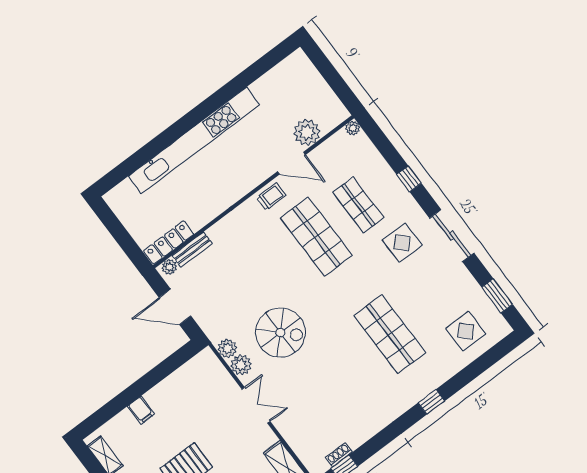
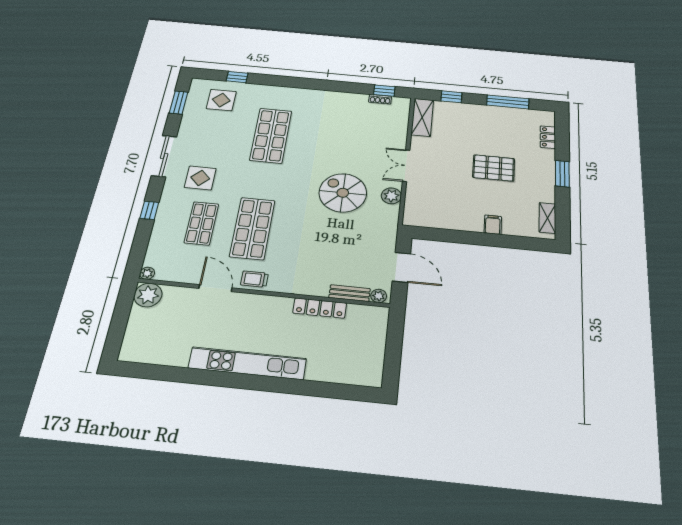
plant: (307, 132) -> (148, 295), moved
kitchen unit: (194, 140) -> (247, 363), width x0.73
locker: (169, 242) -> (320, 308), moved
plant: (227, 348) -> (390, 213), removed
window: (431, 402) -> (237, 77), moved

